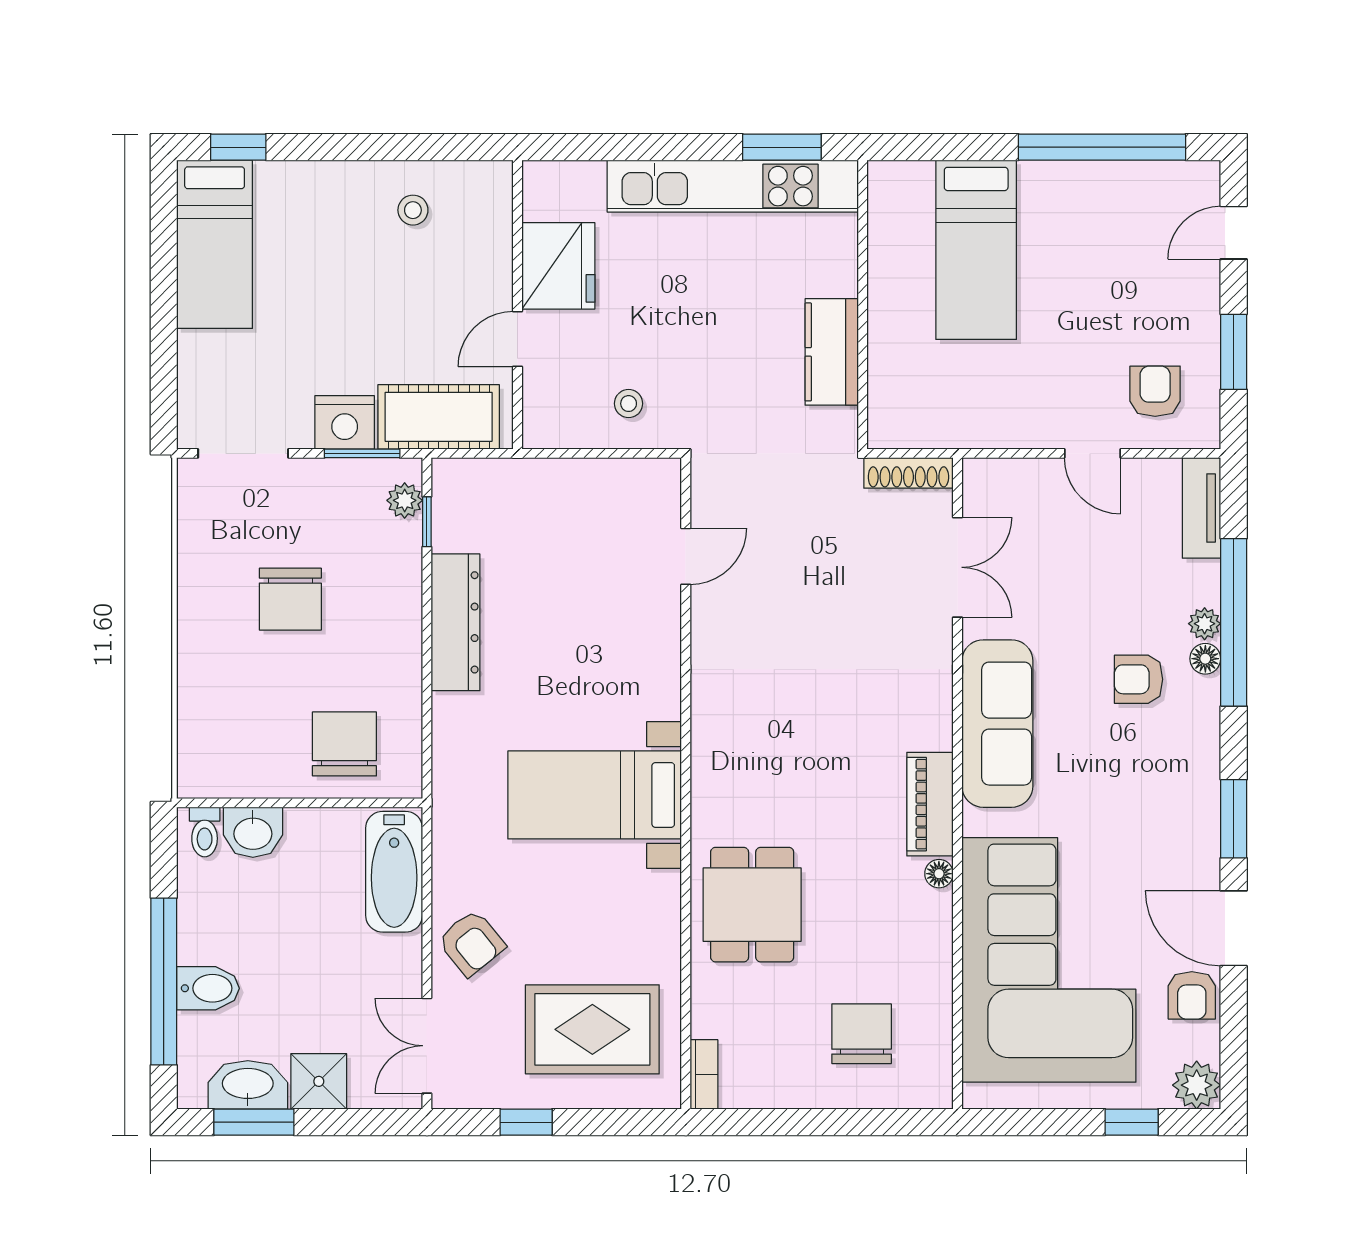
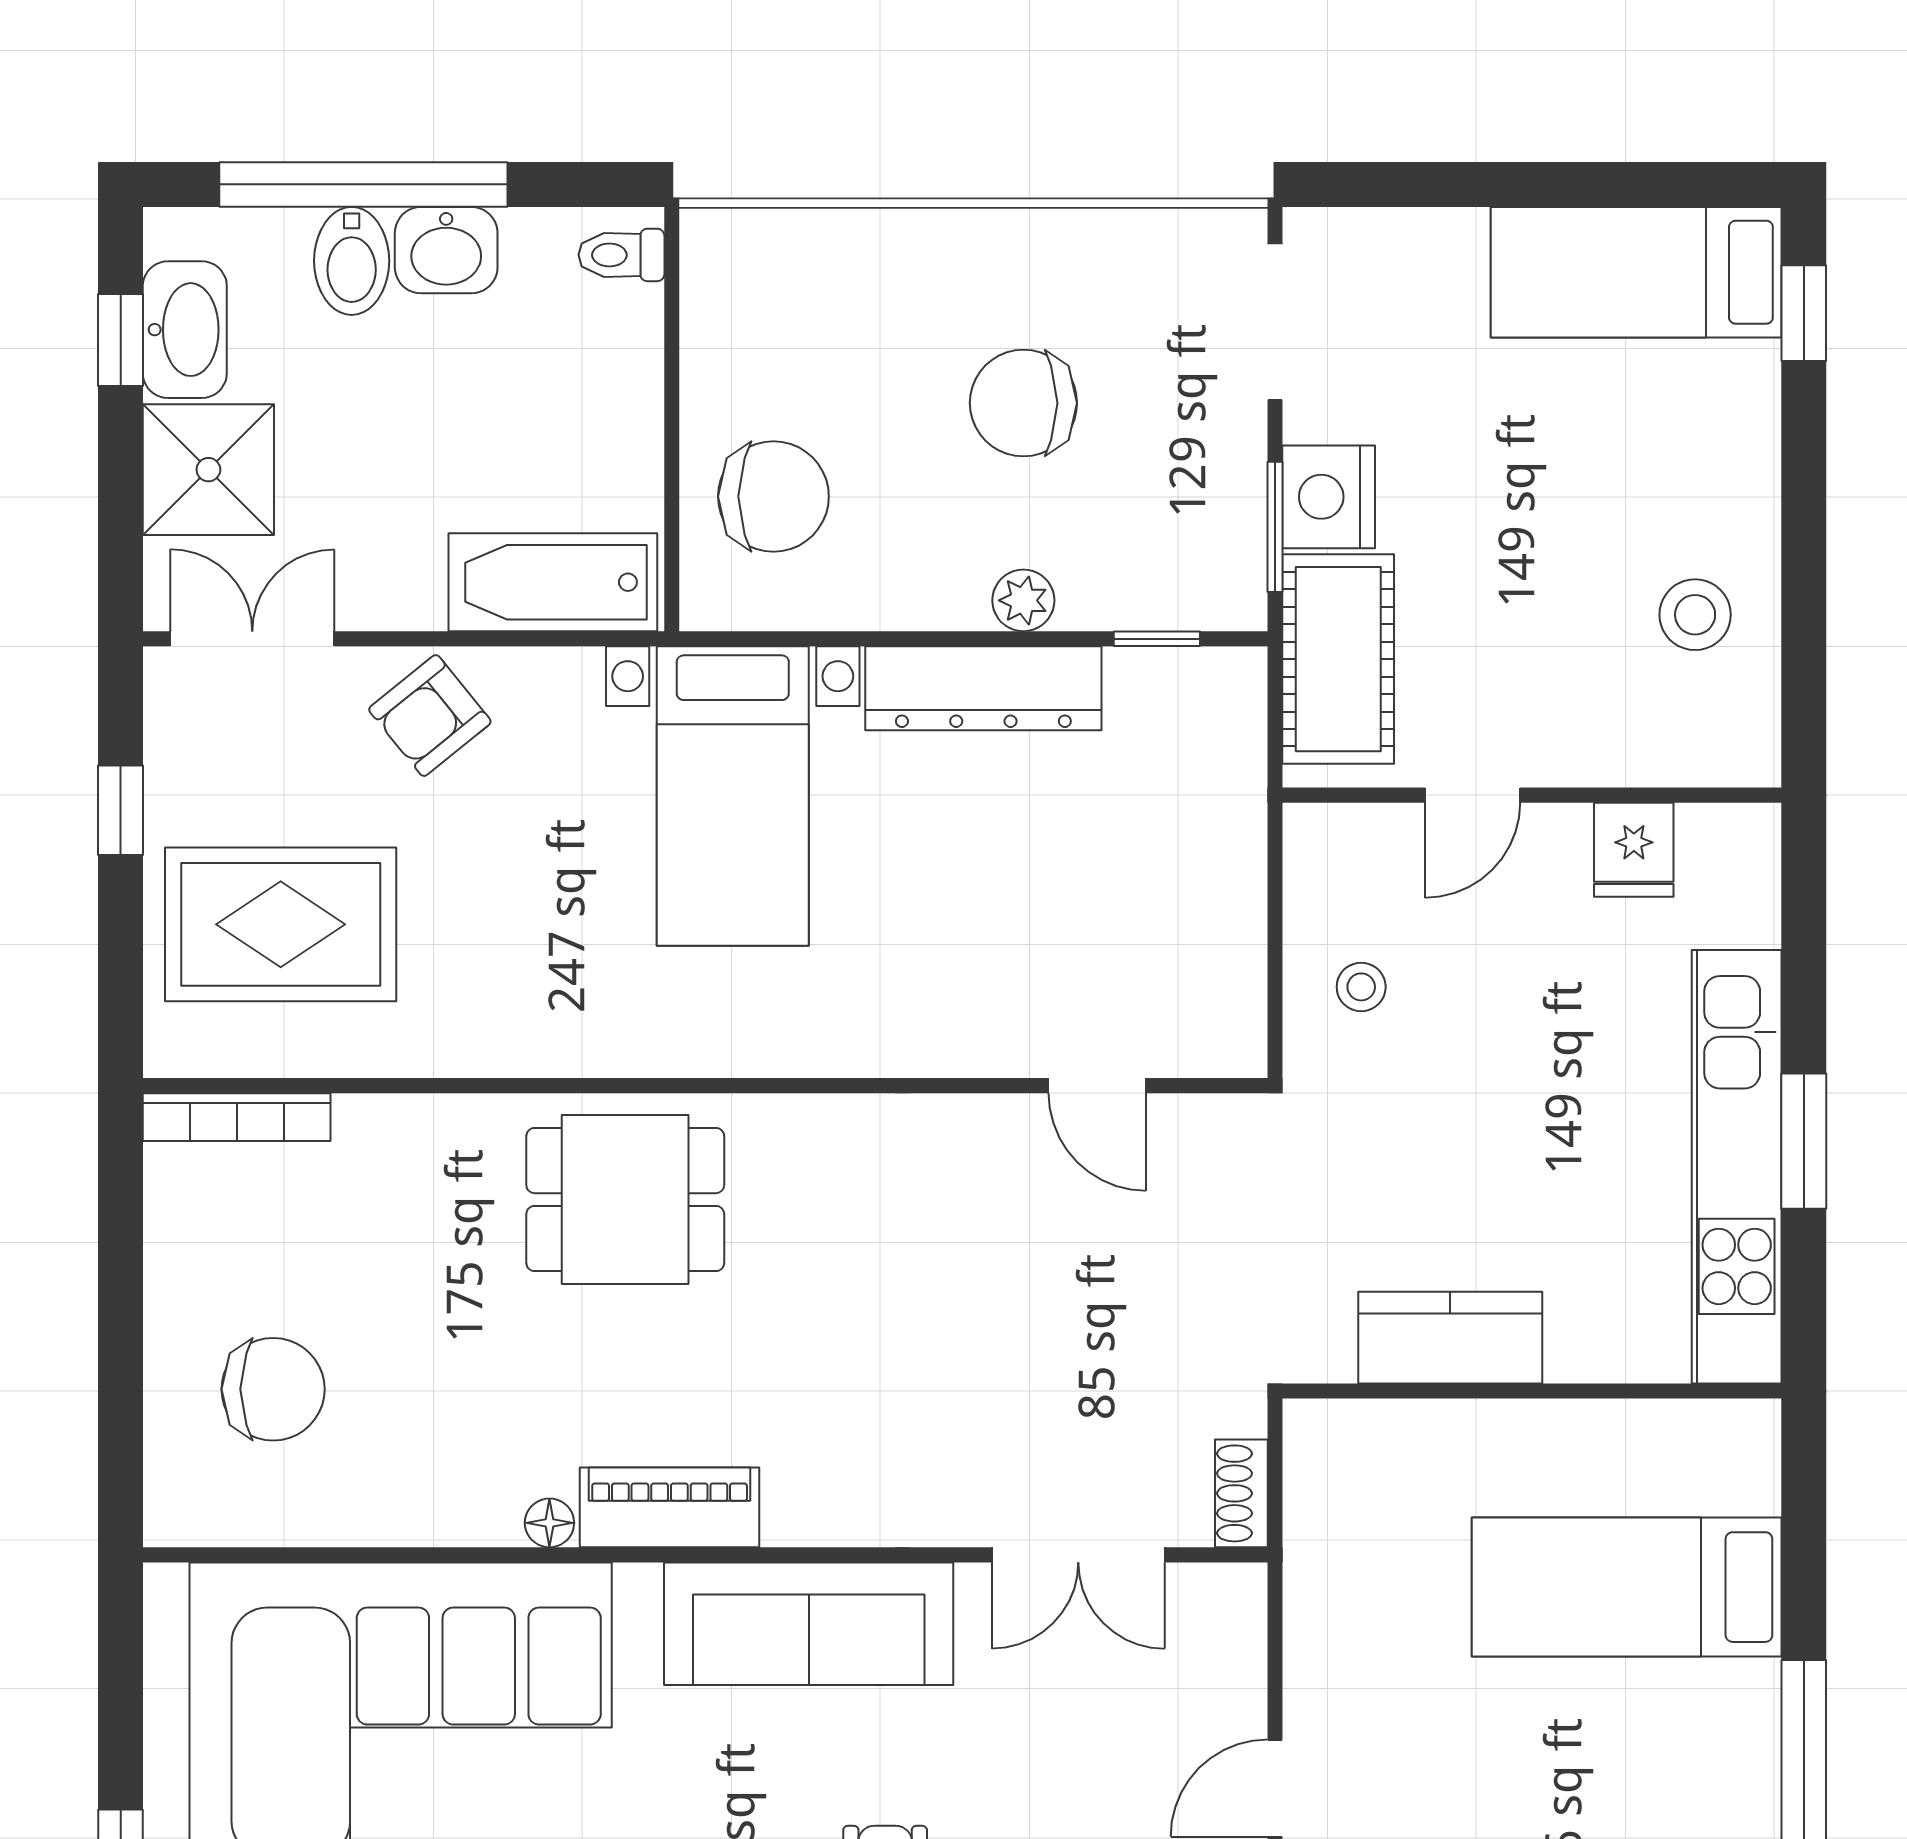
window: (782, 147) -> (1804, 1141), moved
stool: (413, 210) -> (1695, 615), width x1.37, depth x1.37
fridge: (558, 266) -> (1634, 850), width x0.53, depth x0.75
door: (517, 339) -> (1473, 795), swing flipped
shoe rack: (908, 473) -> (1241, 1493), width x0.70
plant: (405, 500) -> (1023, 600), moved
bed with nightstands: (595, 795) -> (733, 796), moved, turned 180
washbasin: (253, 832) -> (446, 250), moved, turned -90
dining table: (752, 905) -> (625, 1200), moved
rug: (592, 1029) -> (281, 924), turned 90
bookcase: (704, 1074) -> (237, 1117), width x1.56
shower: (319, 1081) -> (208, 470), width x1.36, depth x1.36
window: (254, 1122) -> (121, 340), width x0.67

